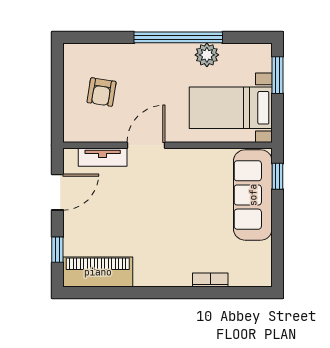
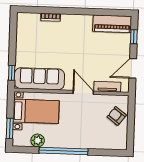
plant: (207, 55) -> (38, 140), moved
armchair: (102, 92) -> (117, 116), moved, turned -62
door: (146, 145) -> (83, 92), swing flipped
sofa: (253, 195) -> (39, 79), moved, turned -90

